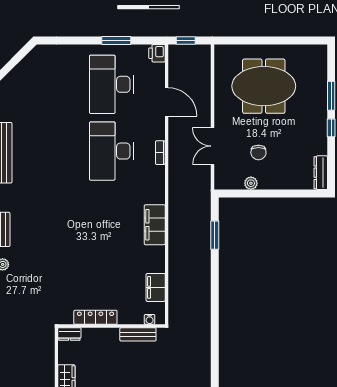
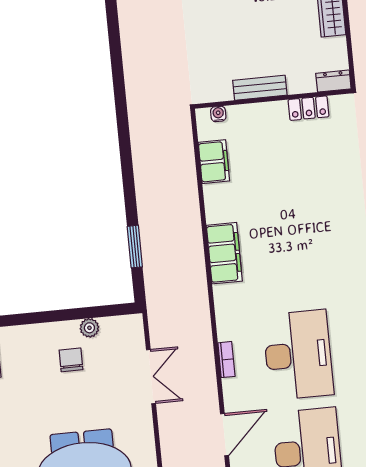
door: (167, 102) -> (225, 435), swing flipped
chair: (258, 152) -> (71, 360), moved
locker: (95, 317) -> (309, 108), width x0.66
bench: (138, 334) -> (260, 88), moved

